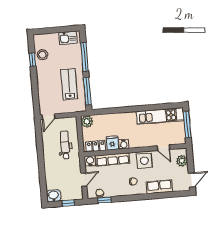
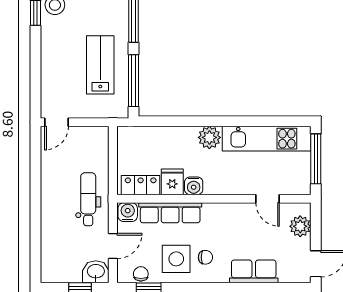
plant: (87, 121) -> (209, 137), moved
dental chair: (65, 145) -> (88, 199), moved
side table: (144, 161) -> (176, 259), moved
washbasin: (54, 196) -> (96, 272), moved

